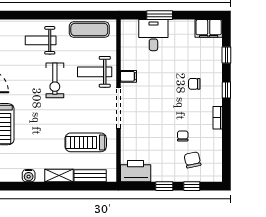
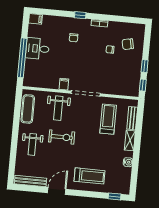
window: (160, 15) -> (22, 58), width x2.11
filing cabinet: (209, 28) -> (35, 19), width x0.50
desk: (153, 35) -> (37, 49), moved
window: (226, 55) -> (55, 13), removed
treadmill: (86, 142) -> (108, 119), turned 180
printer: (136, 171) -> (132, 86), removed
window: (192, 186) -> (143, 85), moved

